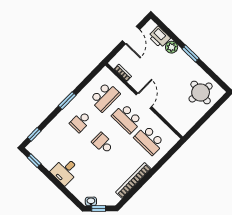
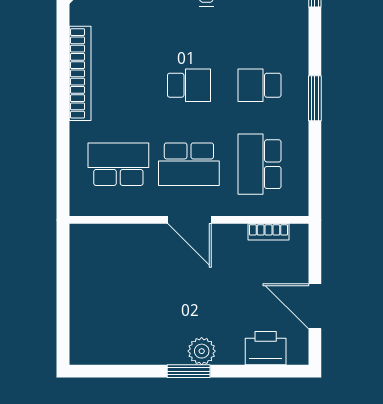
plant: (172, 47) -> (202, 351), moved
round table: (201, 93) -> (110, 323), removed
school desk: (127, 118) -> (189, 164), turned 180
school desk: (81, 122) -> (260, 85), turned -90

